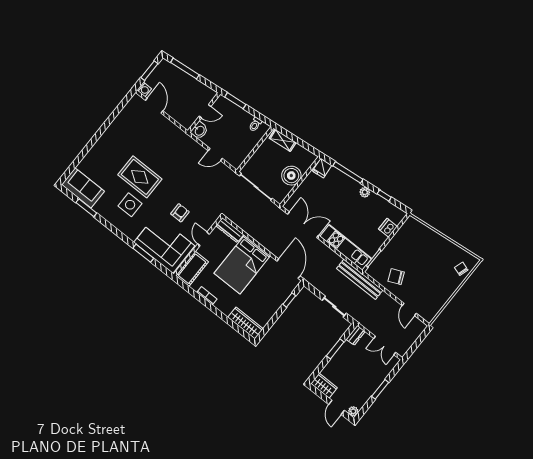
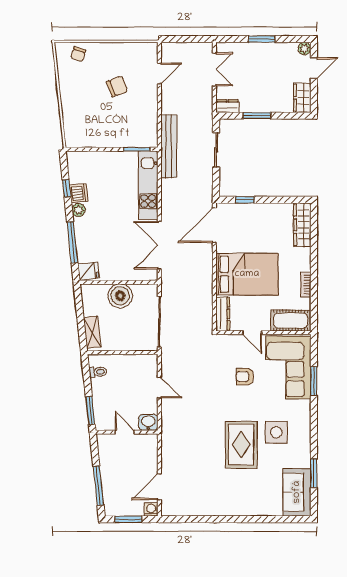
dishwasher: (388, 228) -> (79, 193), moved, turned -96
door: (203, 239) -> (252, 333), hinge flipped
chair: (396, 277) -> (117, 86), moved, turned -87

